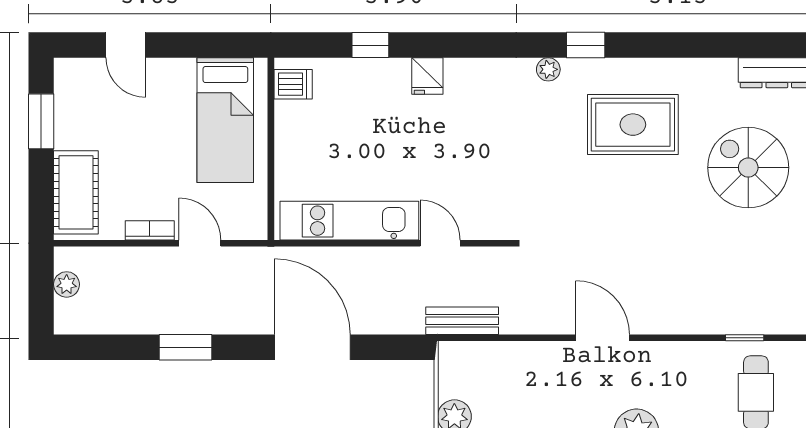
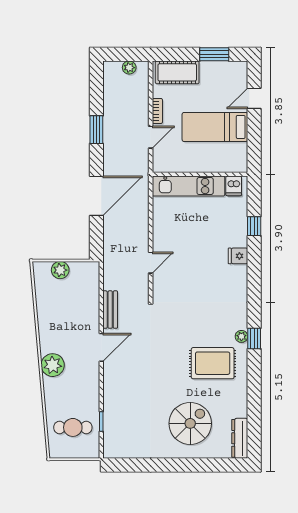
plant: (548, 69) -> (241, 336), moved
bed: (225, 120) -> (215, 127), moved
rug: (633, 125) -> (213, 363), turned 90
kitchen unit: (349, 221) -> (188, 186), moved, turned 90
bench: (462, 321) -> (110, 310), moved

